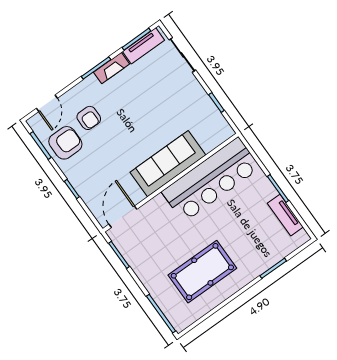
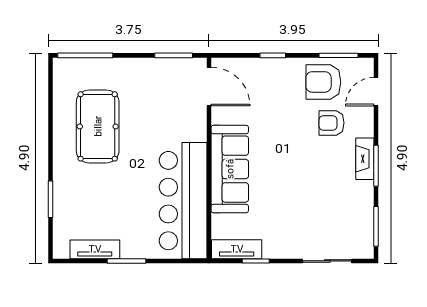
tv unit: (143, 46) -> (237, 249), moved, turned 90
fireplace: (112, 68) -> (365, 159), moved
door: (47, 103) -> (376, 92), hinge flipped
armchair: (65, 143) -> (323, 82), turned 90

